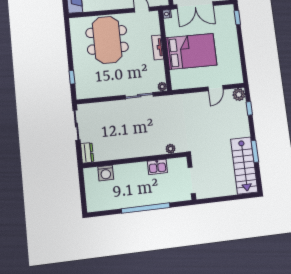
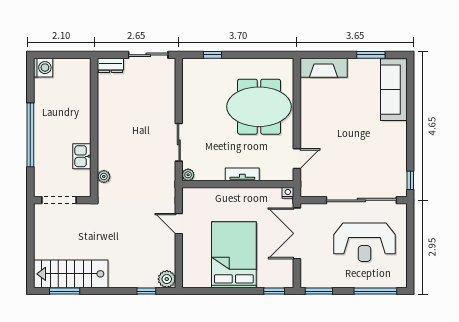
bed: (191, 51) -> (234, 255), moved, turned 180
door: (215, 88) -> (179, 224), moved
window: (255, 151) -> (65, 291), moved
washing machine: (106, 173) -> (43, 68), moved, turned 180

